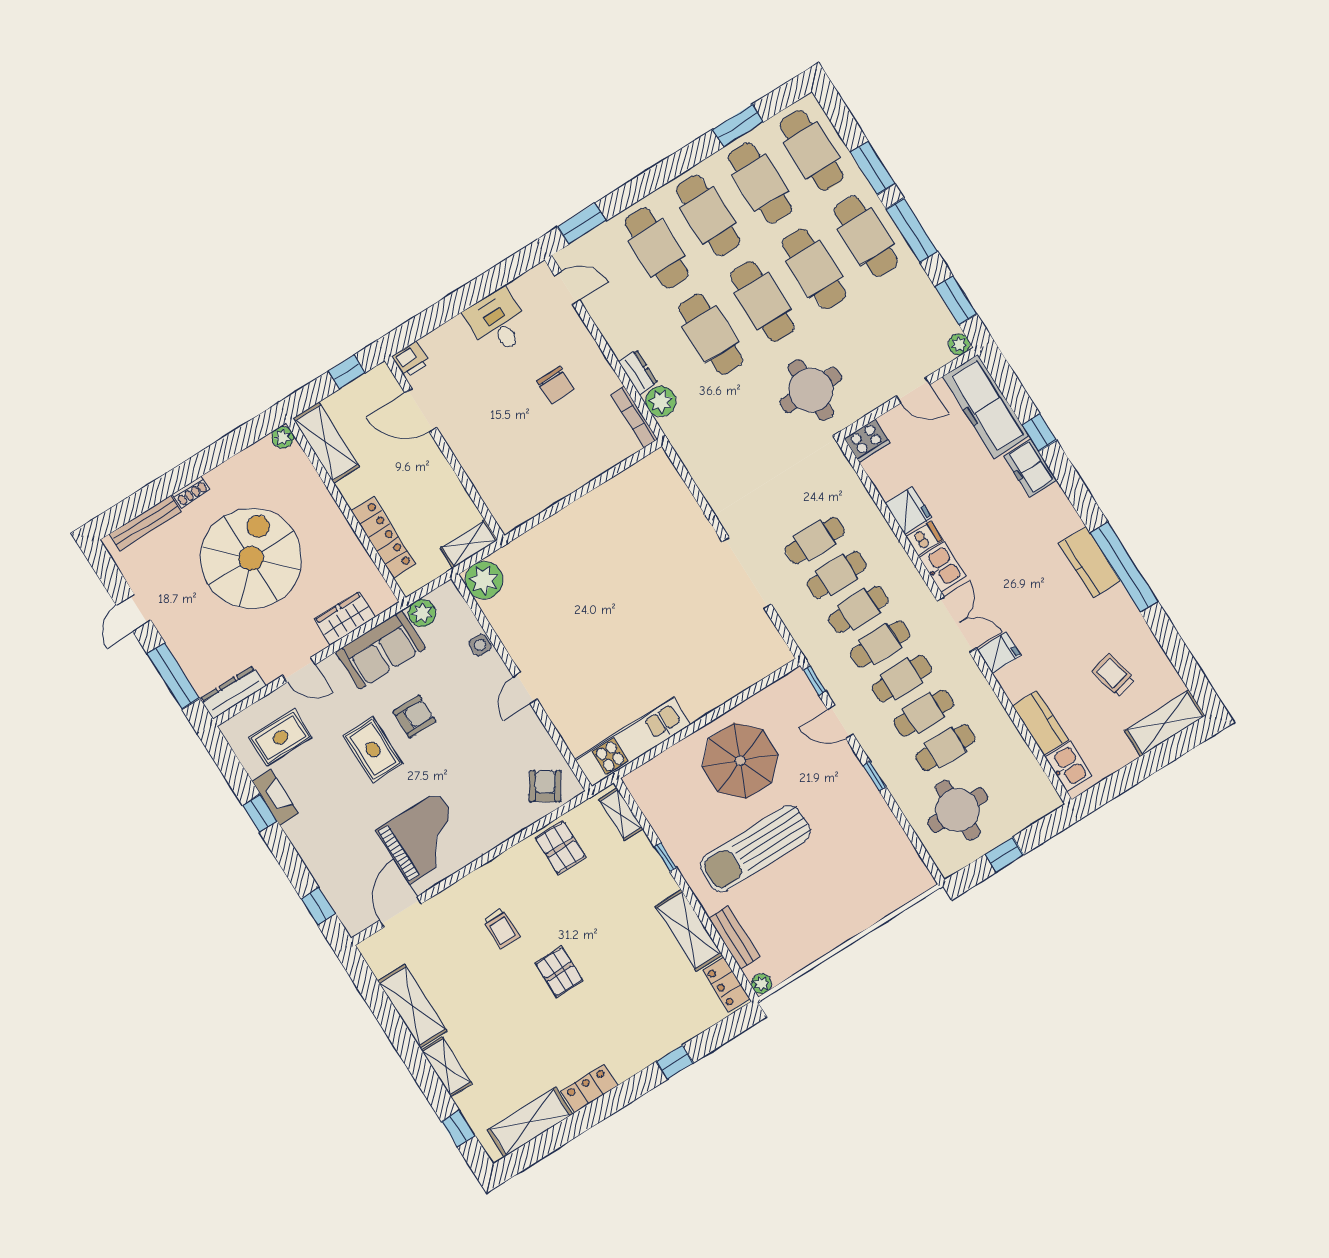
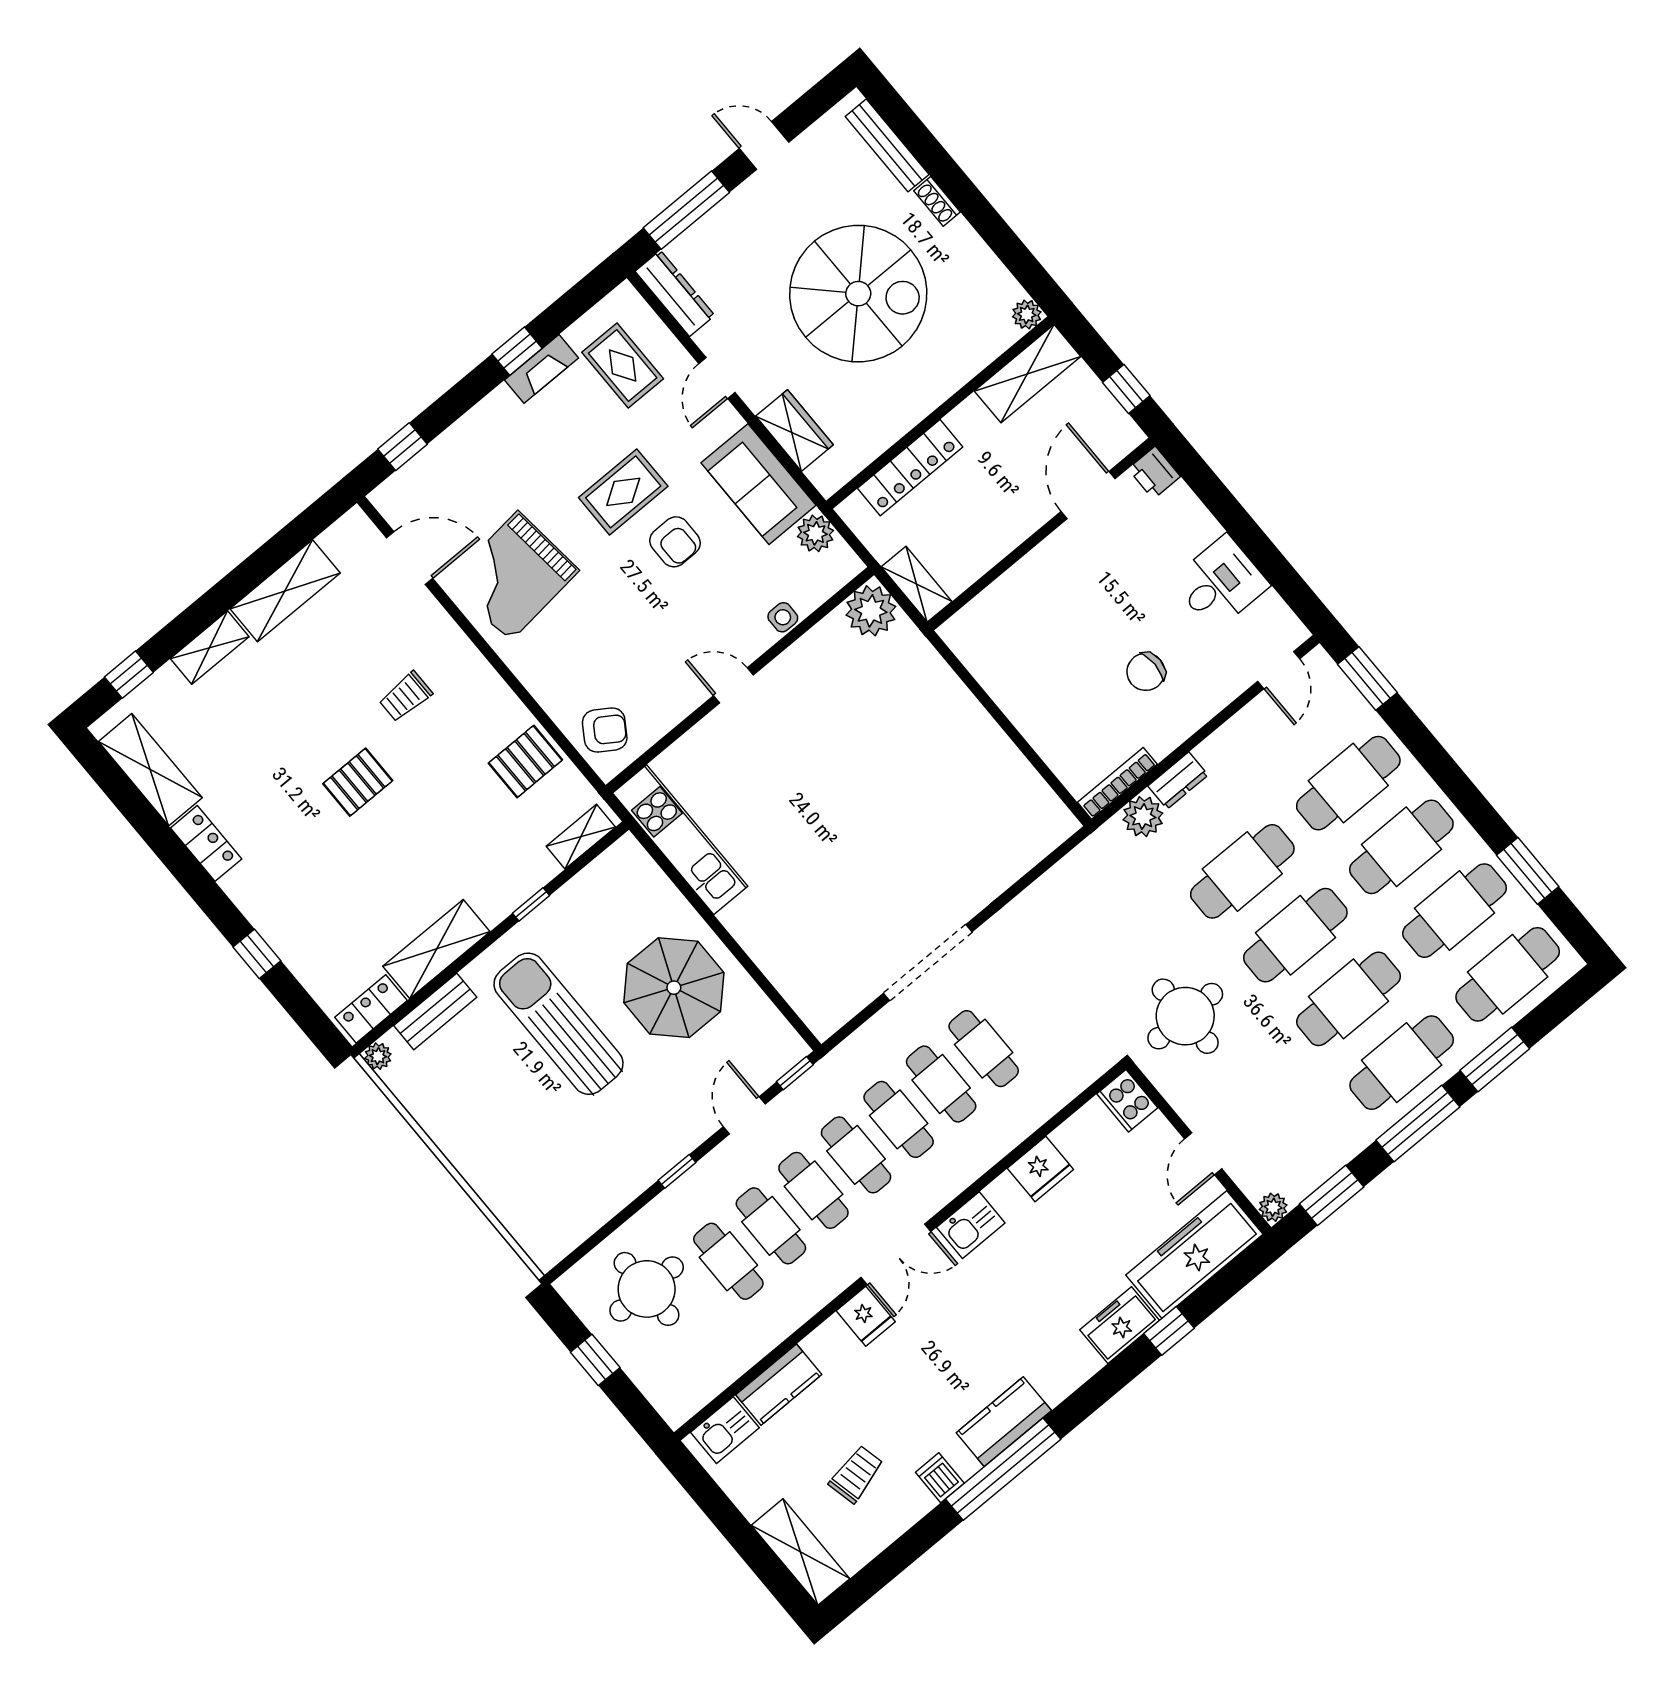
dishwasher: (924, 538) -> (940, 1478), moved, turned 180
grand piano: (424, 838) -> (514, 576), turned 84

